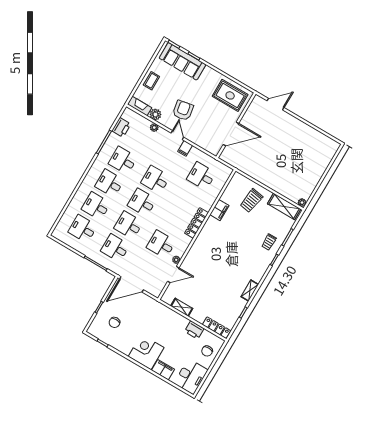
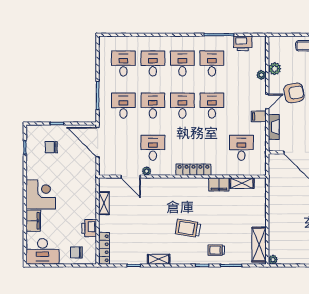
fireplace: (140, 106) -> (274, 127), moved
shelving: (229, 192) -> (242, 183), added
trolley: (251, 201) -> (188, 228), moved

